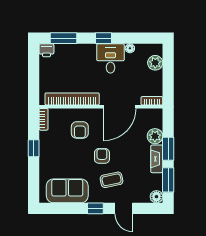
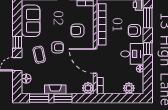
armchair: (80, 56) -> (134, 30), added
plant: (155, 136) -> (88, 88), moved
floor lamp: (156, 197) -> (26, 79), moved

